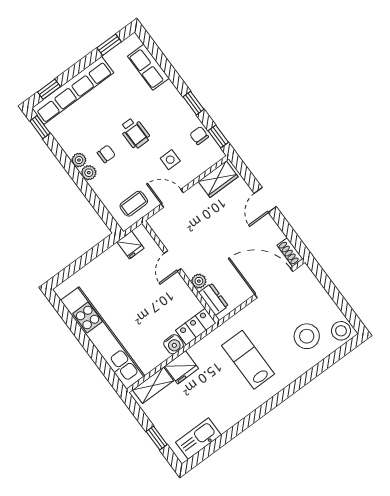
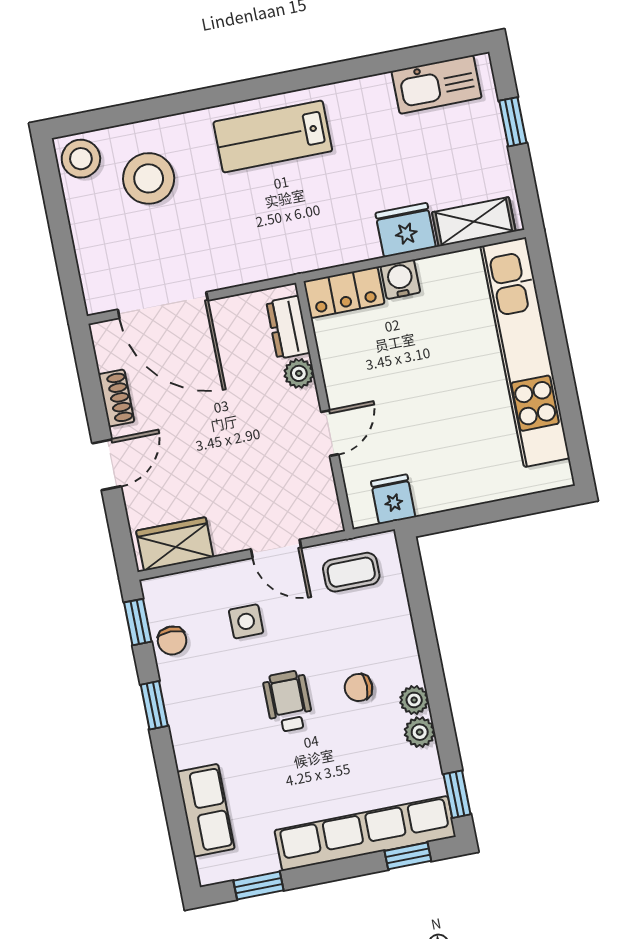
plant: (89, 173) -> (420, 732), moved
shoe rack: (290, 252) -> (116, 398), moved
lab bench: (248, 360) -> (273, 136), moved, turned 90

